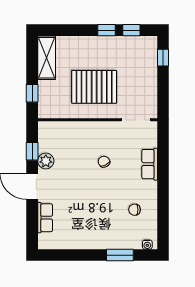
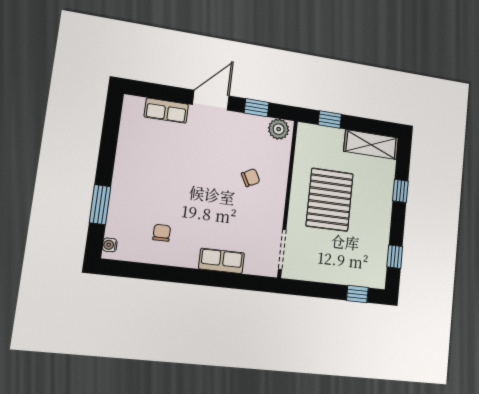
window: (106, 30) -> (400, 191), moved
plant: (46, 161) -> (279, 129), moved
chair: (104, 162) -> (251, 178), moved

